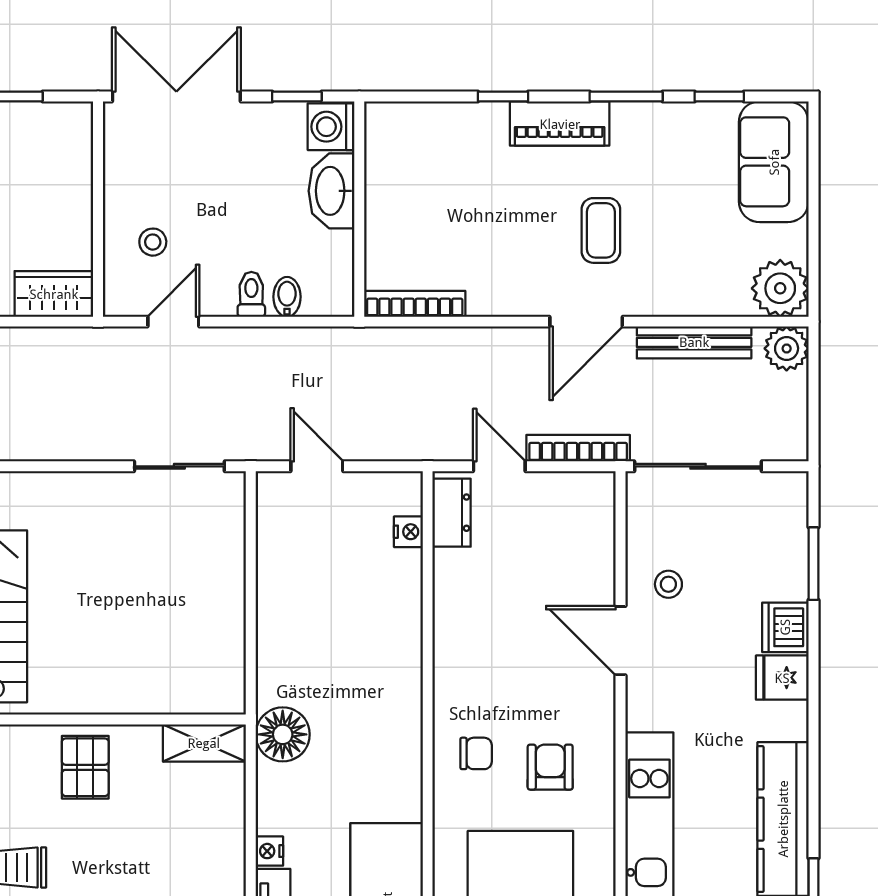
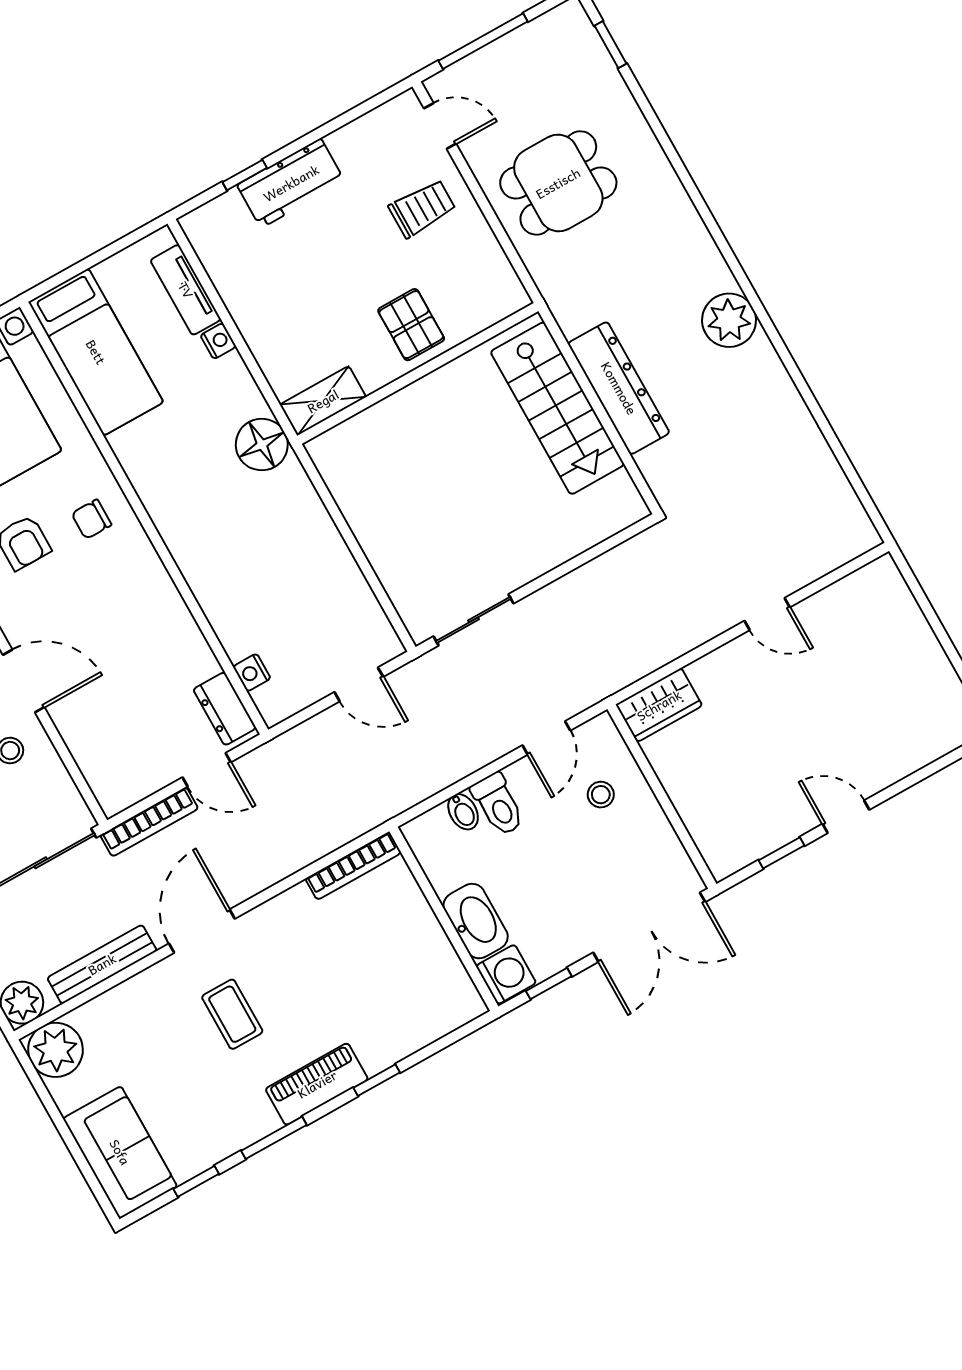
toilet: (251, 294) -> (498, 804), width x1.37, depth x1.39

